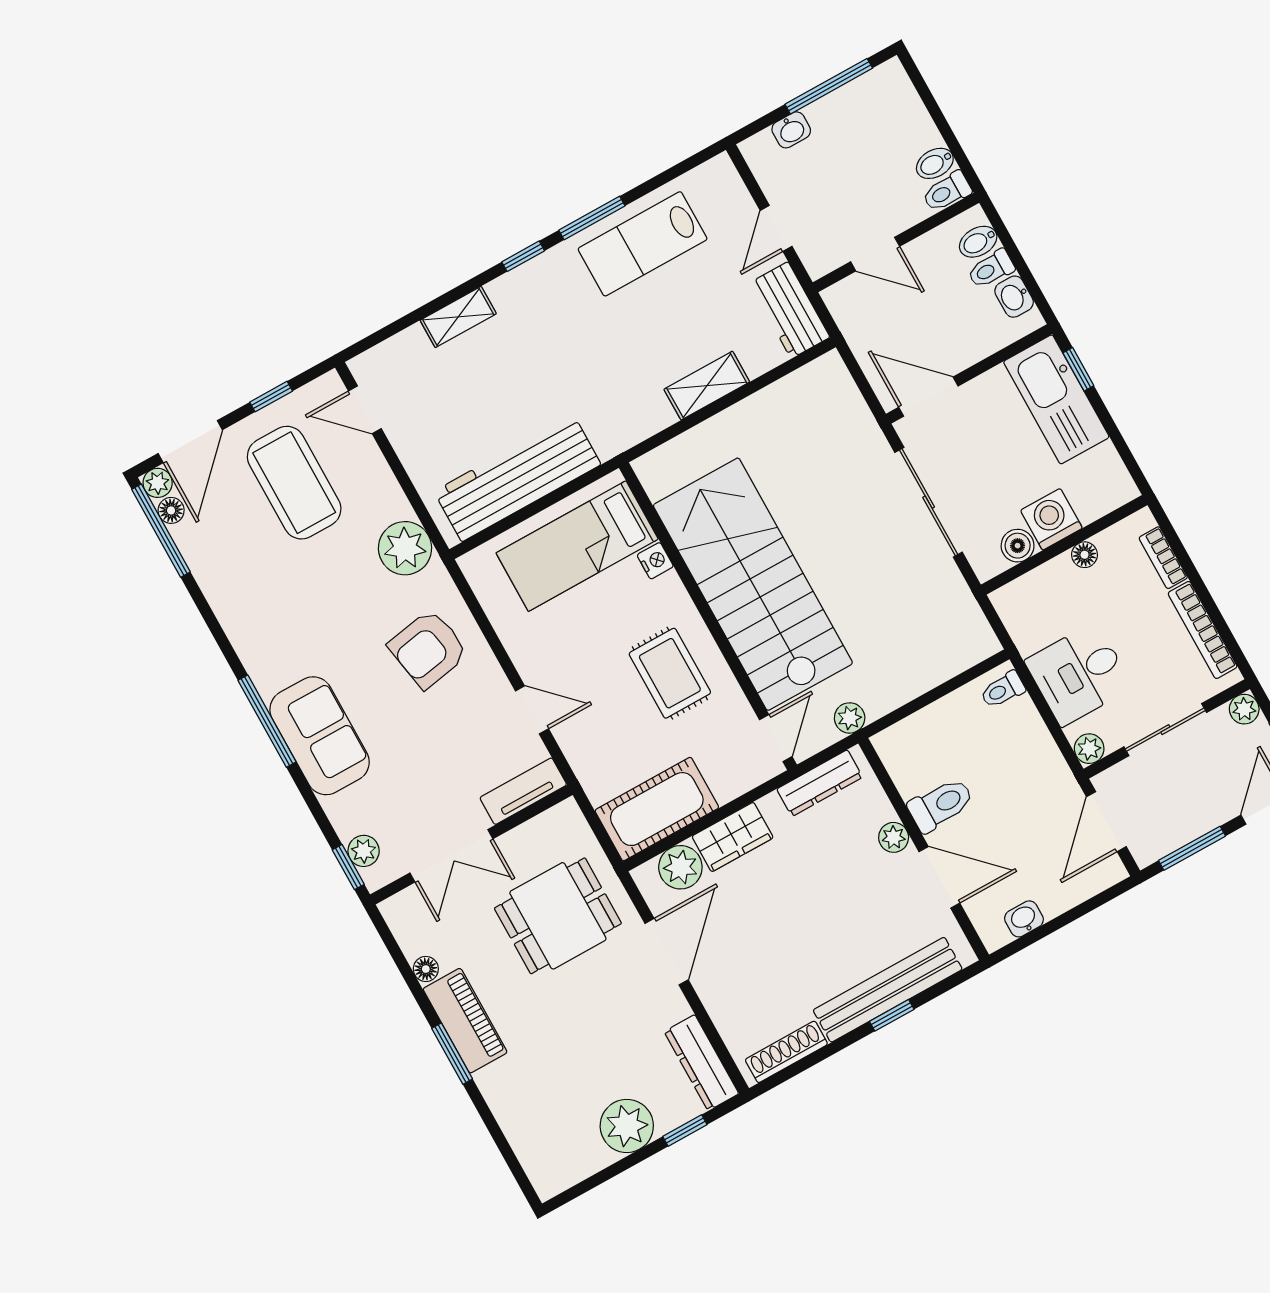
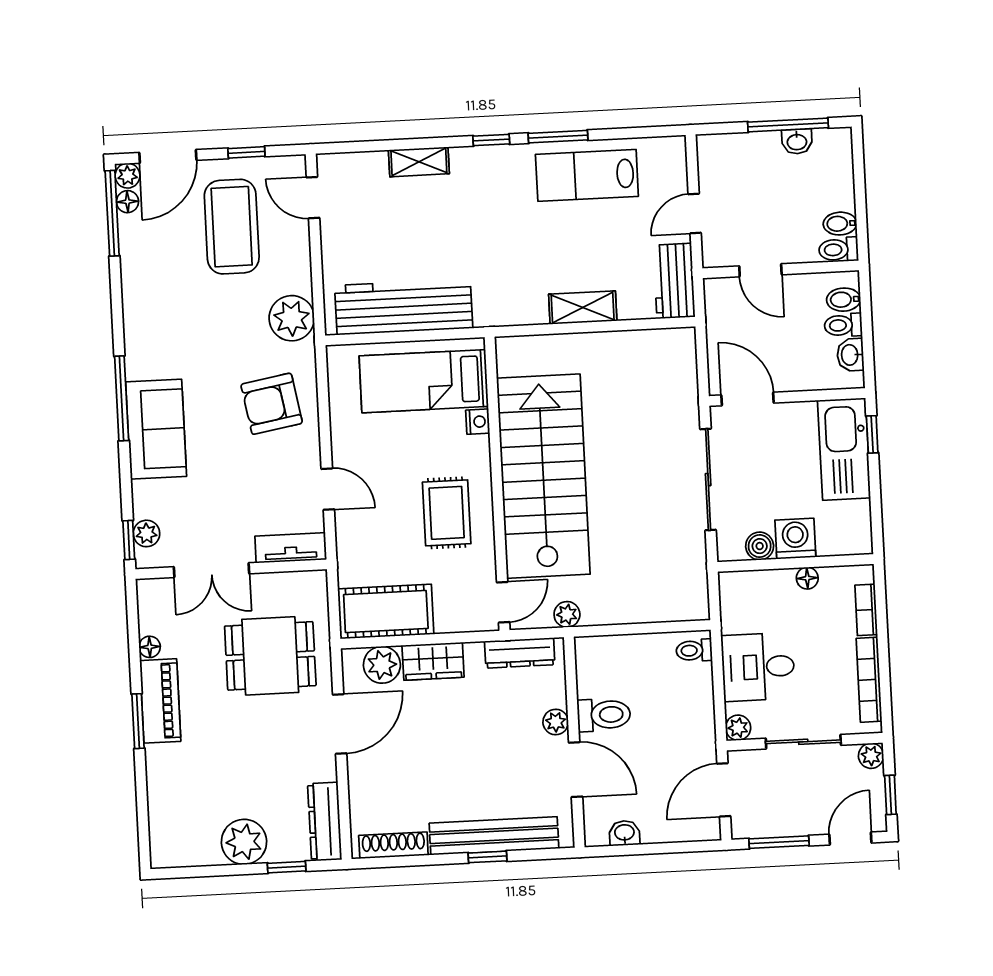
washbasin: (791, 130) -> (797, 141), moved

